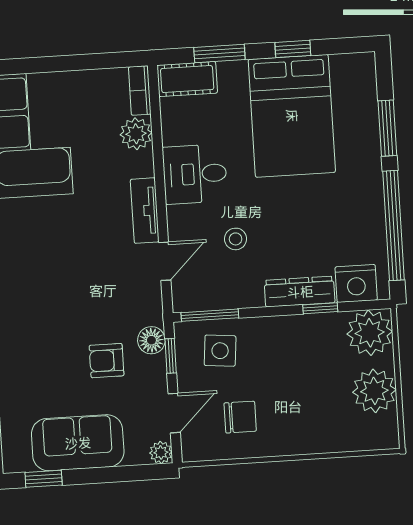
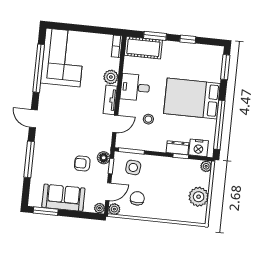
cot: (187, 79) -> (143, 48), width x1.37, depth x1.34
bed: (292, 116) -> (192, 98), moved, turned 90
window: (387, 128) -> (225, 67), moved
plant: (136, 134) -> (111, 77), moved
dresser: (300, 292) -> (178, 148), width x0.70
plant: (370, 333) -> (206, 166), width x0.53, depth x0.53
chair: (240, 417) -> (137, 198), turned -90
plant: (194, 449) -> (114, 209), added
window: (44, 479) -> (46, 211), width x1.50

